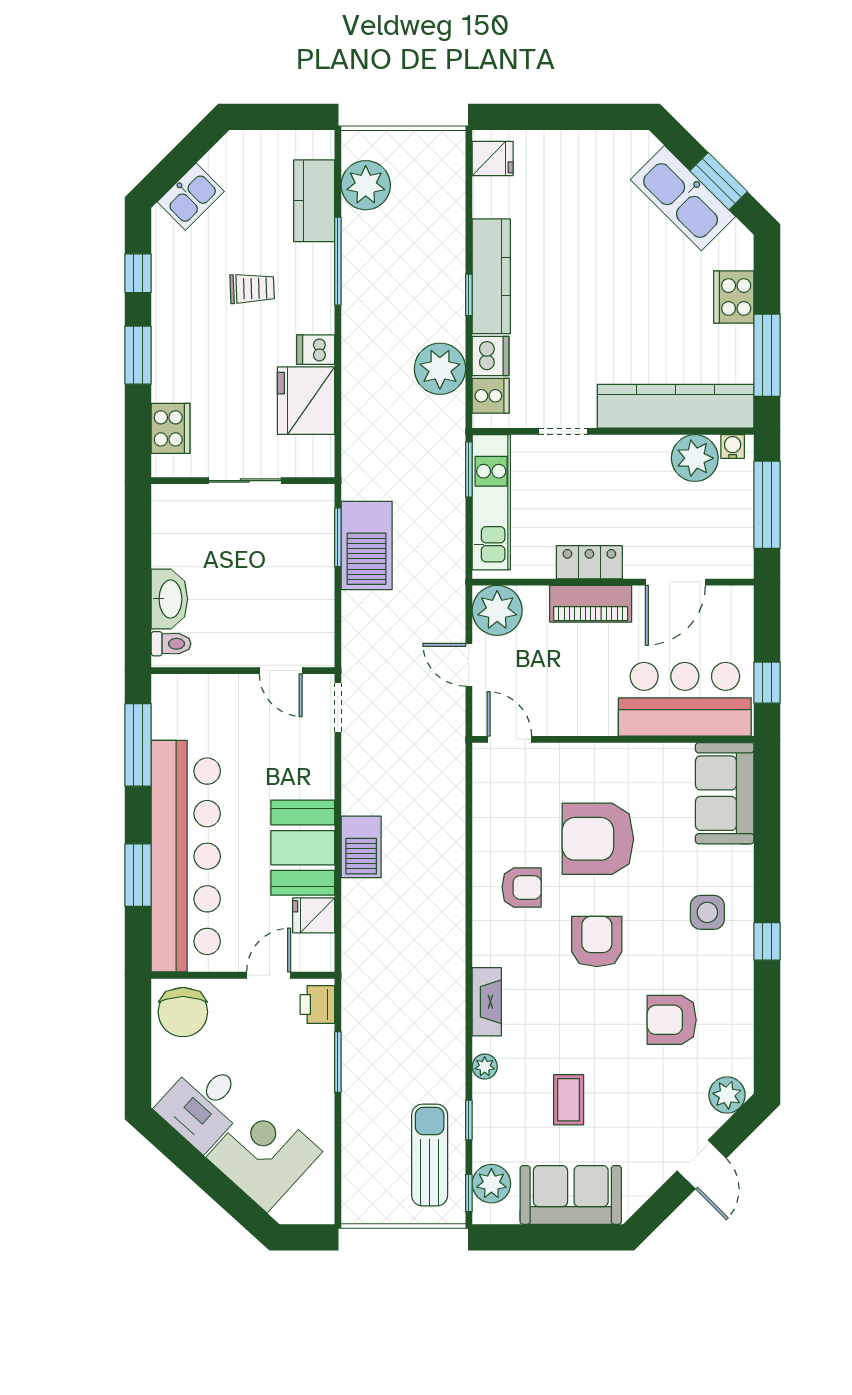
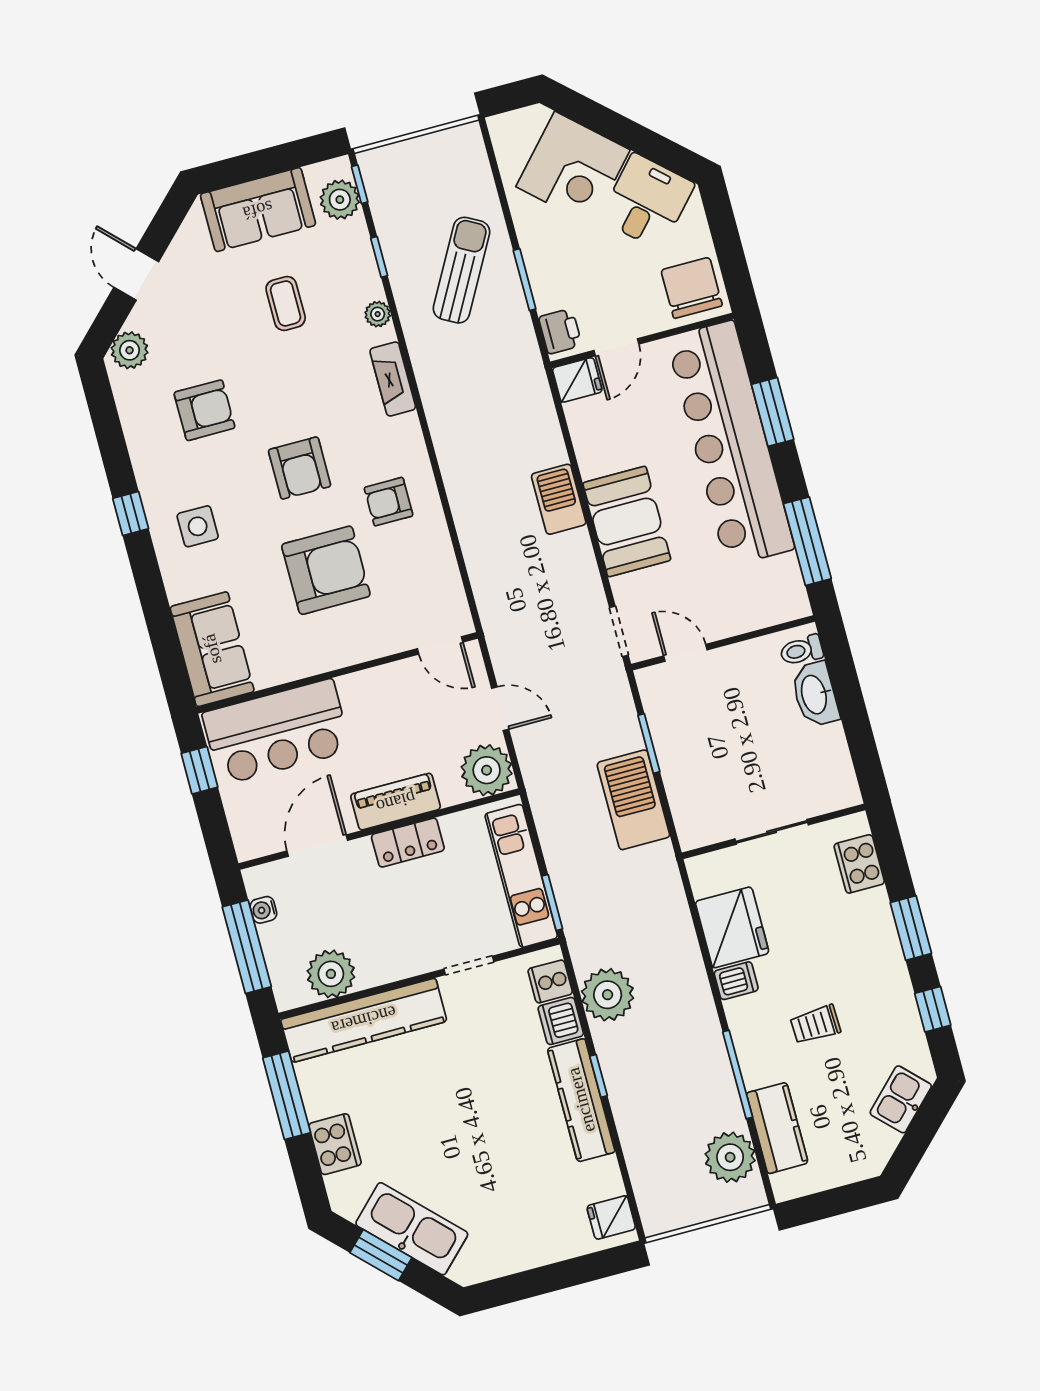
water cooler: (733, 447) -> (263, 910), moved, turned 90
window: (338, 537) -> (649, 743), moved
booth: (303, 848) -> (627, 521), moved
fridge: (314, 915) -> (577, 380), moved
sun lounger: (430, 1155) -> (462, 270), moved, turned -151

